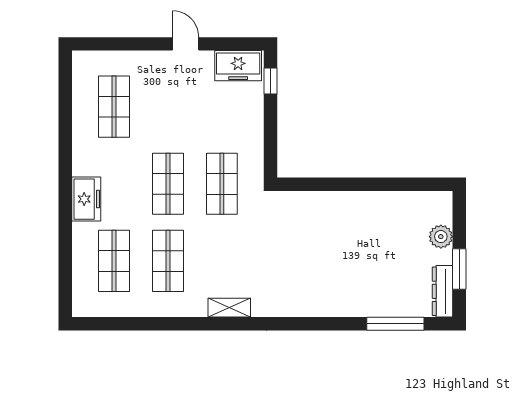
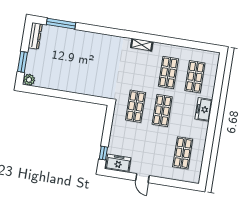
plant: (441, 237) -> (29, 80), moved
window: (459, 269) -> (23, 62), moved

